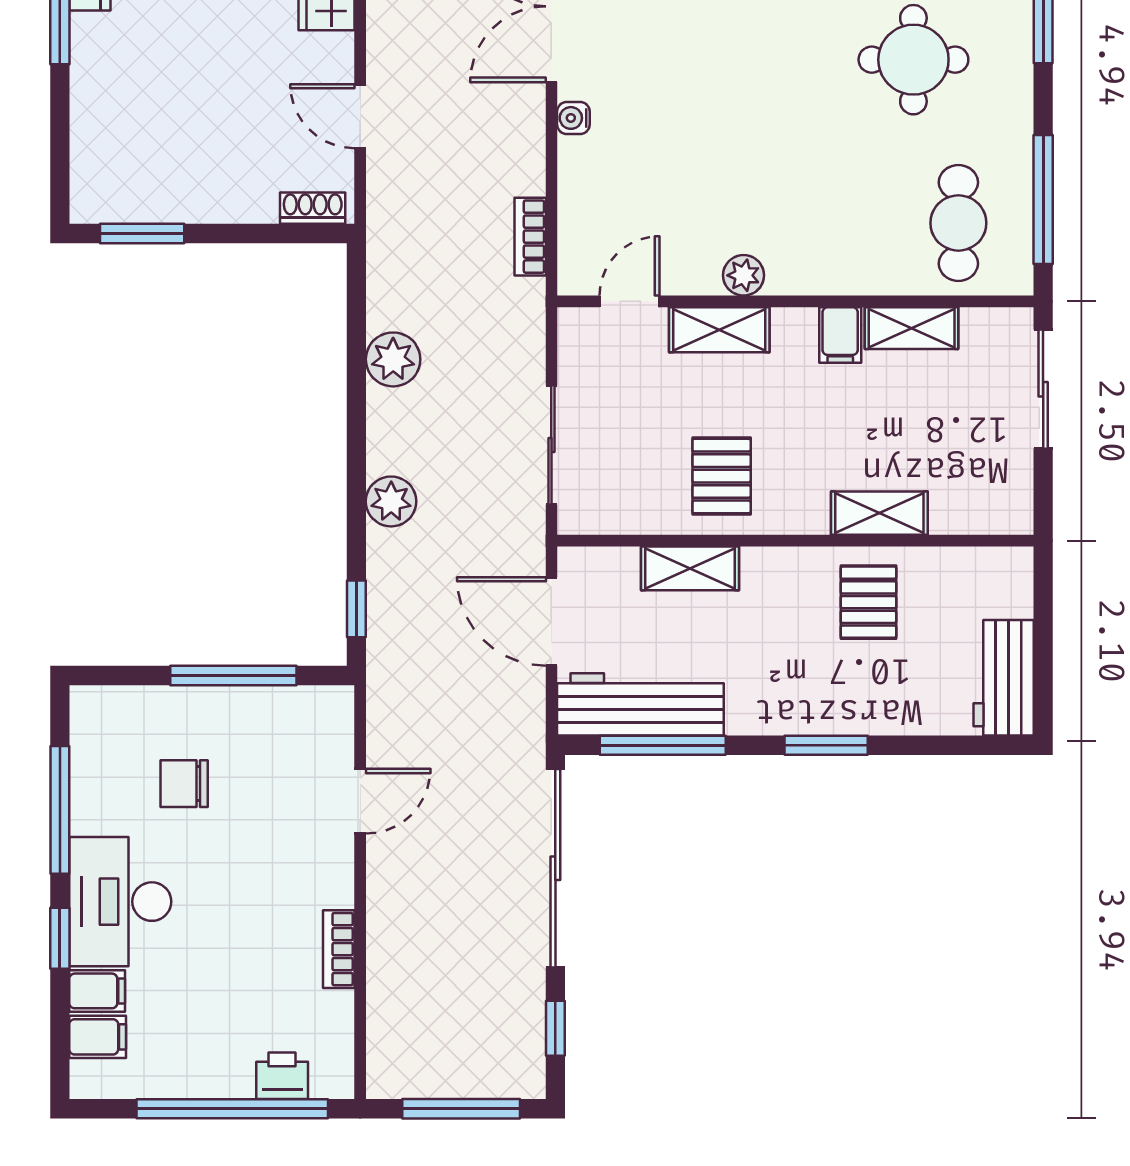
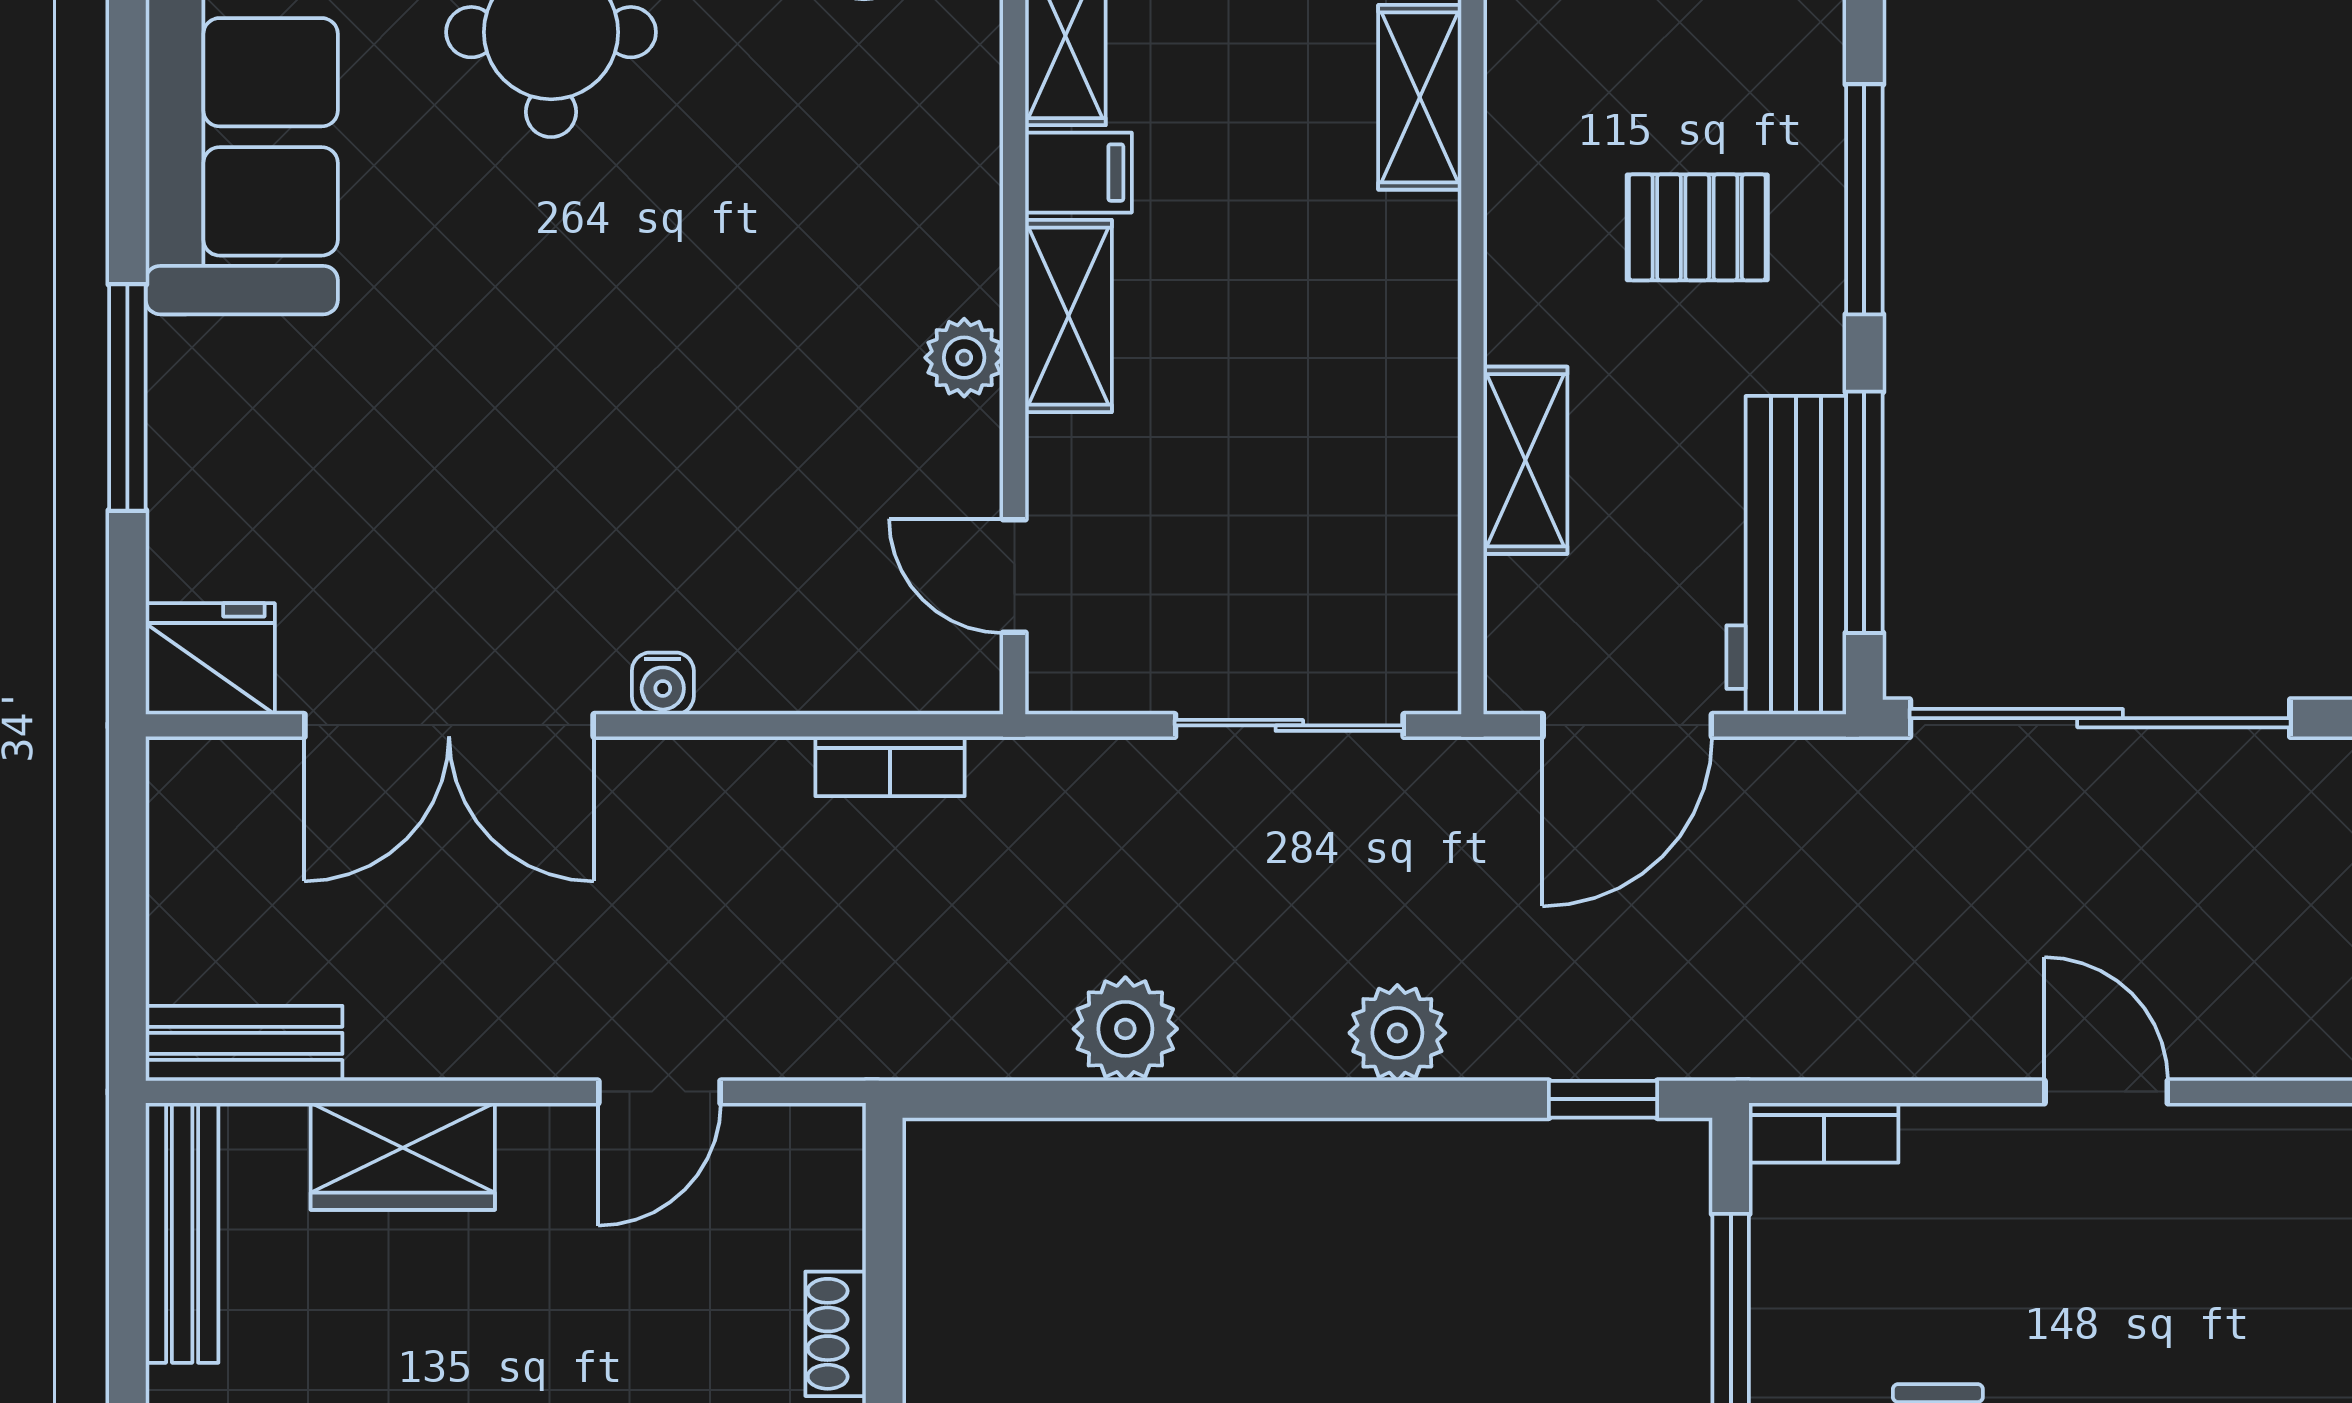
shoe rack: (313, 208) -> (836, 1334), moved
shelving: (719, 330) -> (1068, 316), moved
pallet: (722, 476) -> (1349, 400), removed
pallet: (868, 602) -> (1697, 227), moved
window: (826, 745) -> (1864, 199), width x1.44
door: (360, 801) -> (2106, 1092), moved
bookcase: (339, 949) -> (1824, 1133), moved

